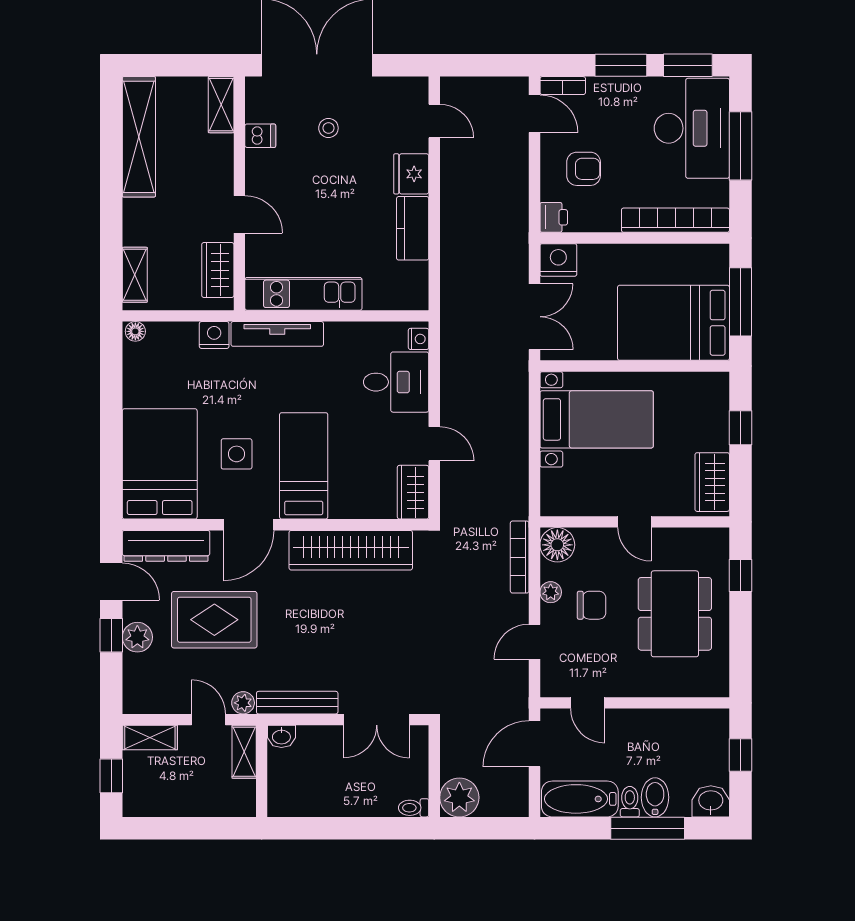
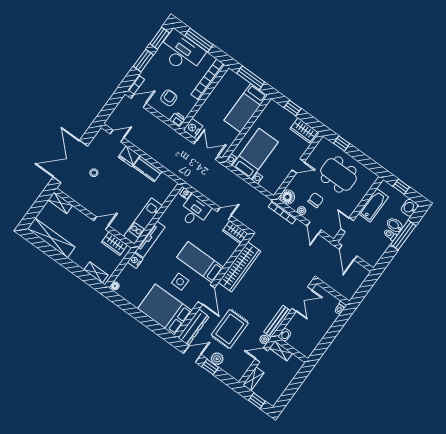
dishwasher: (260, 136) -> (80, 197), removed
bed: (674, 323) -> (246, 108), width x0.67
door: (588, 703) -> (347, 225), swing flipped
plant: (459, 798) -> (348, 290), removed
bathtub: (580, 799) -> (373, 205), moved, turned 180

